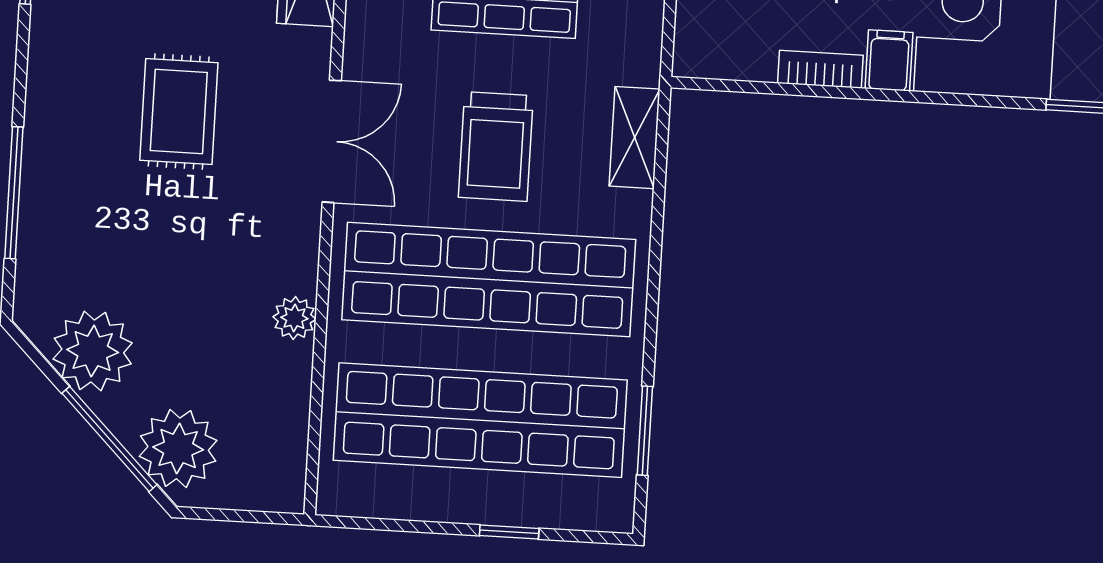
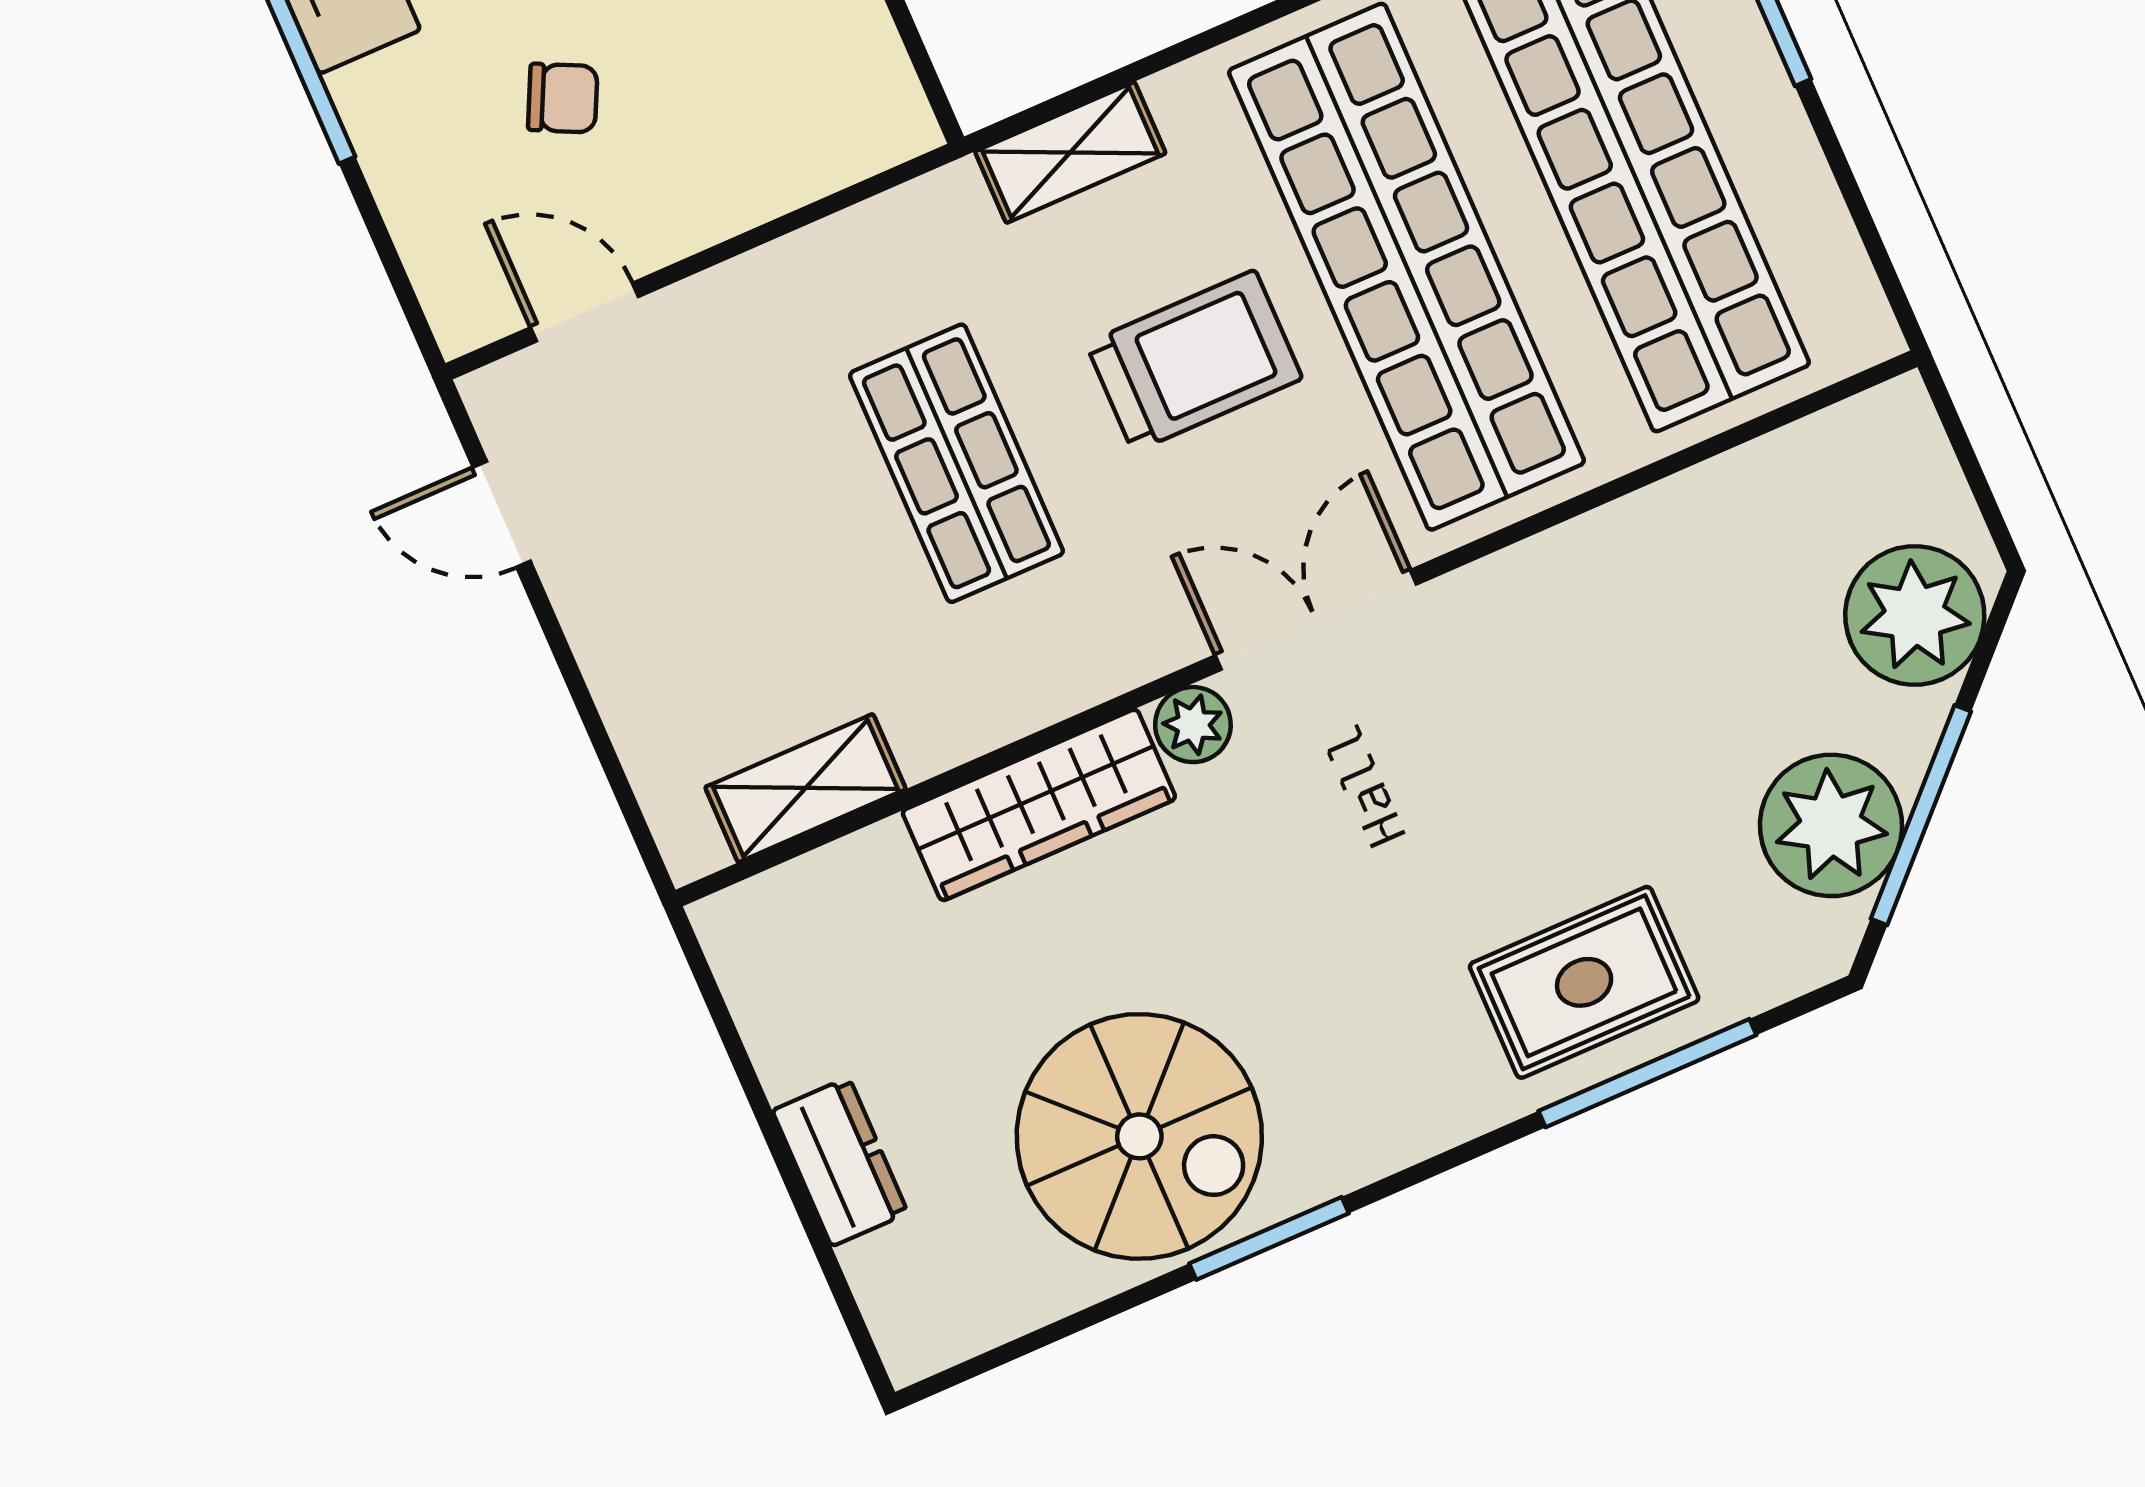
rug: (179, 111) -> (1584, 982), moved
plant: (294, 318) -> (1193, 725), moved
window: (109, 439) -> (1921, 815), moved

